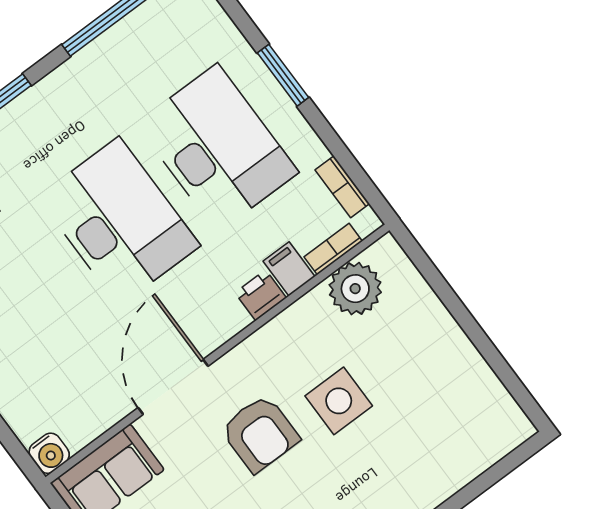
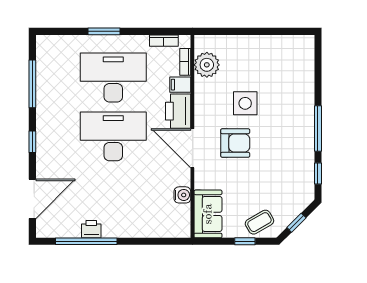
printer: (261, 295) -> (178, 111), width x1.87, depth x1.48
door: (173, 387) -> (192, 148), moved
water cooler: (49, 453) -> (182, 195), moved

